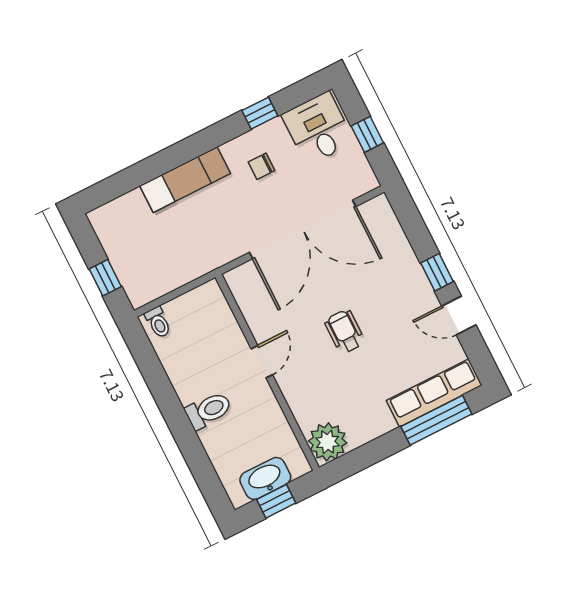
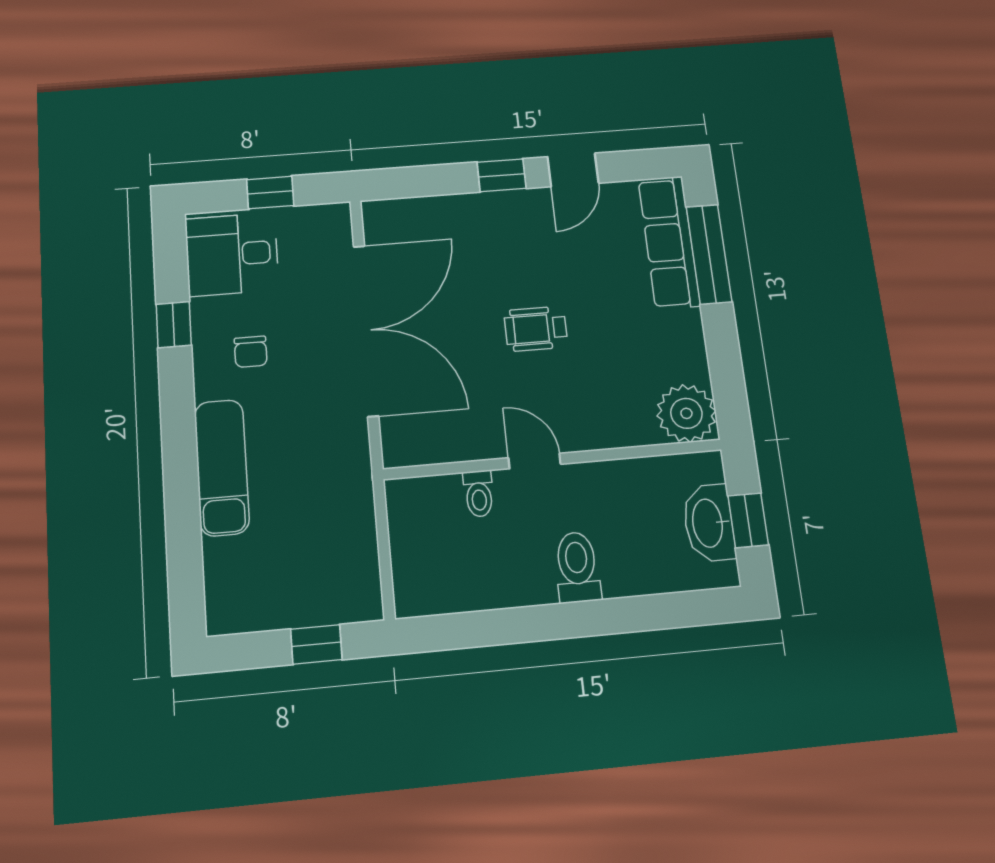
toilet: (158, 322) -> (479, 494), moved, turned 90

